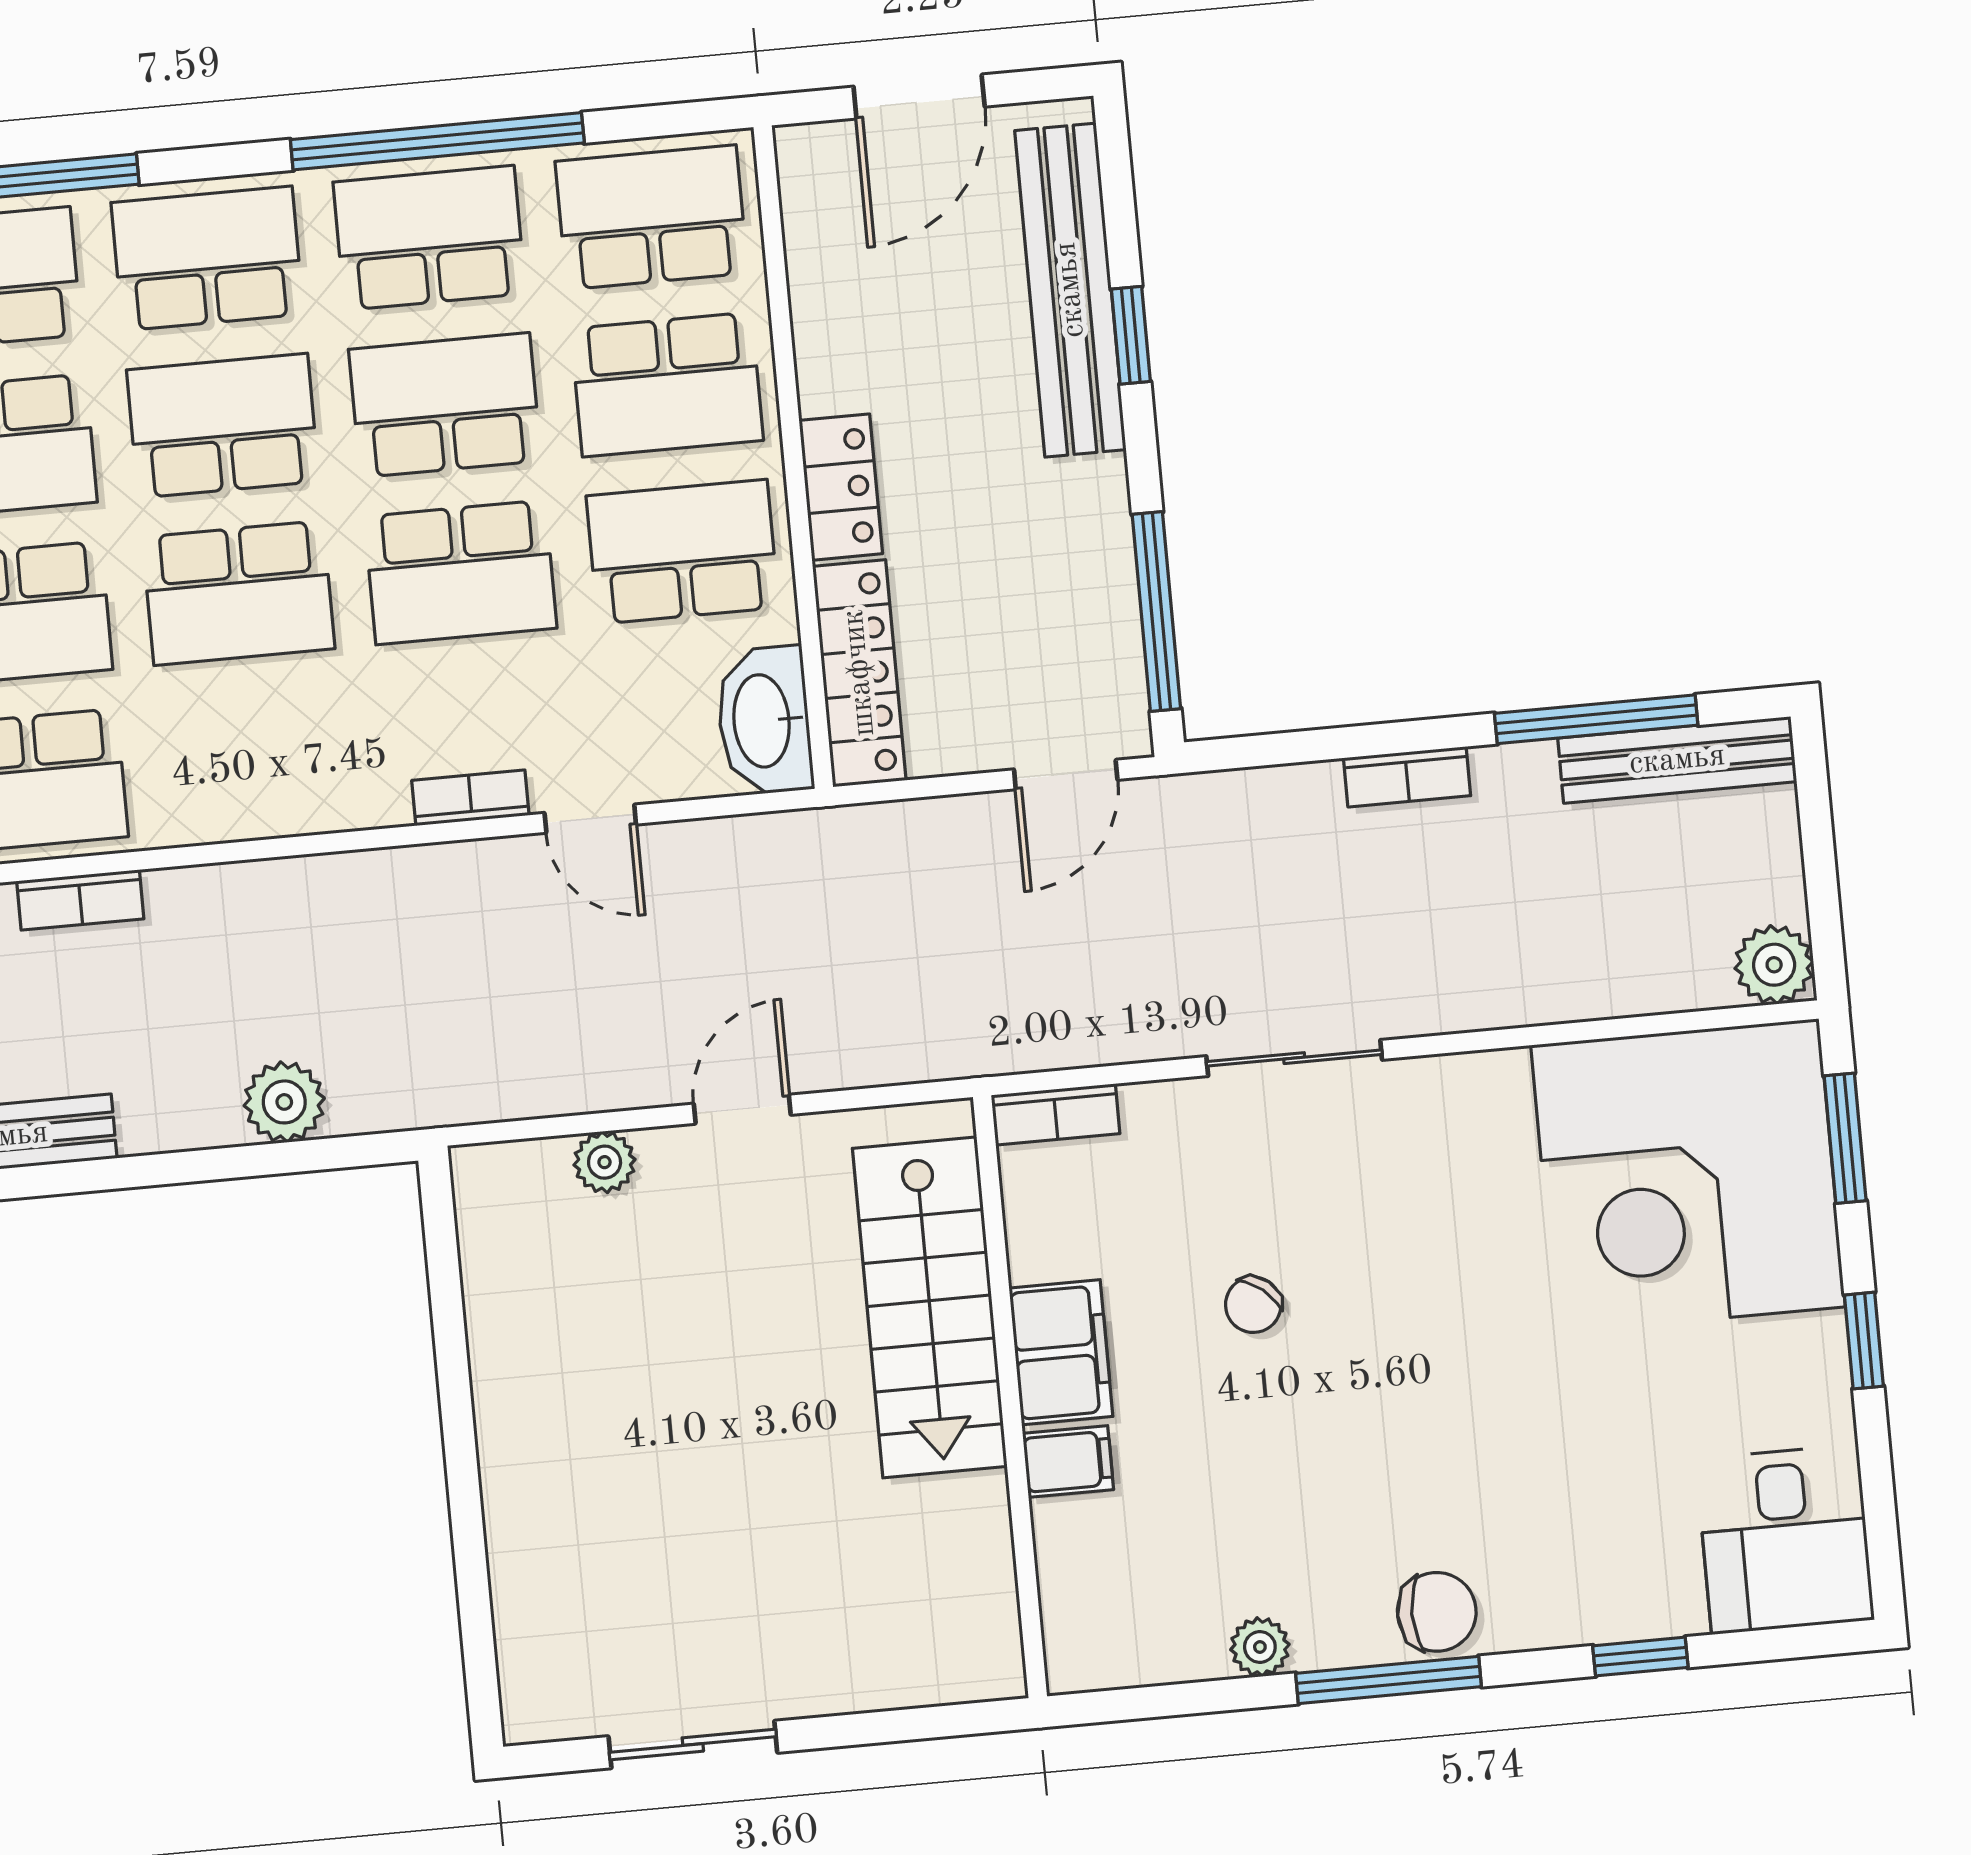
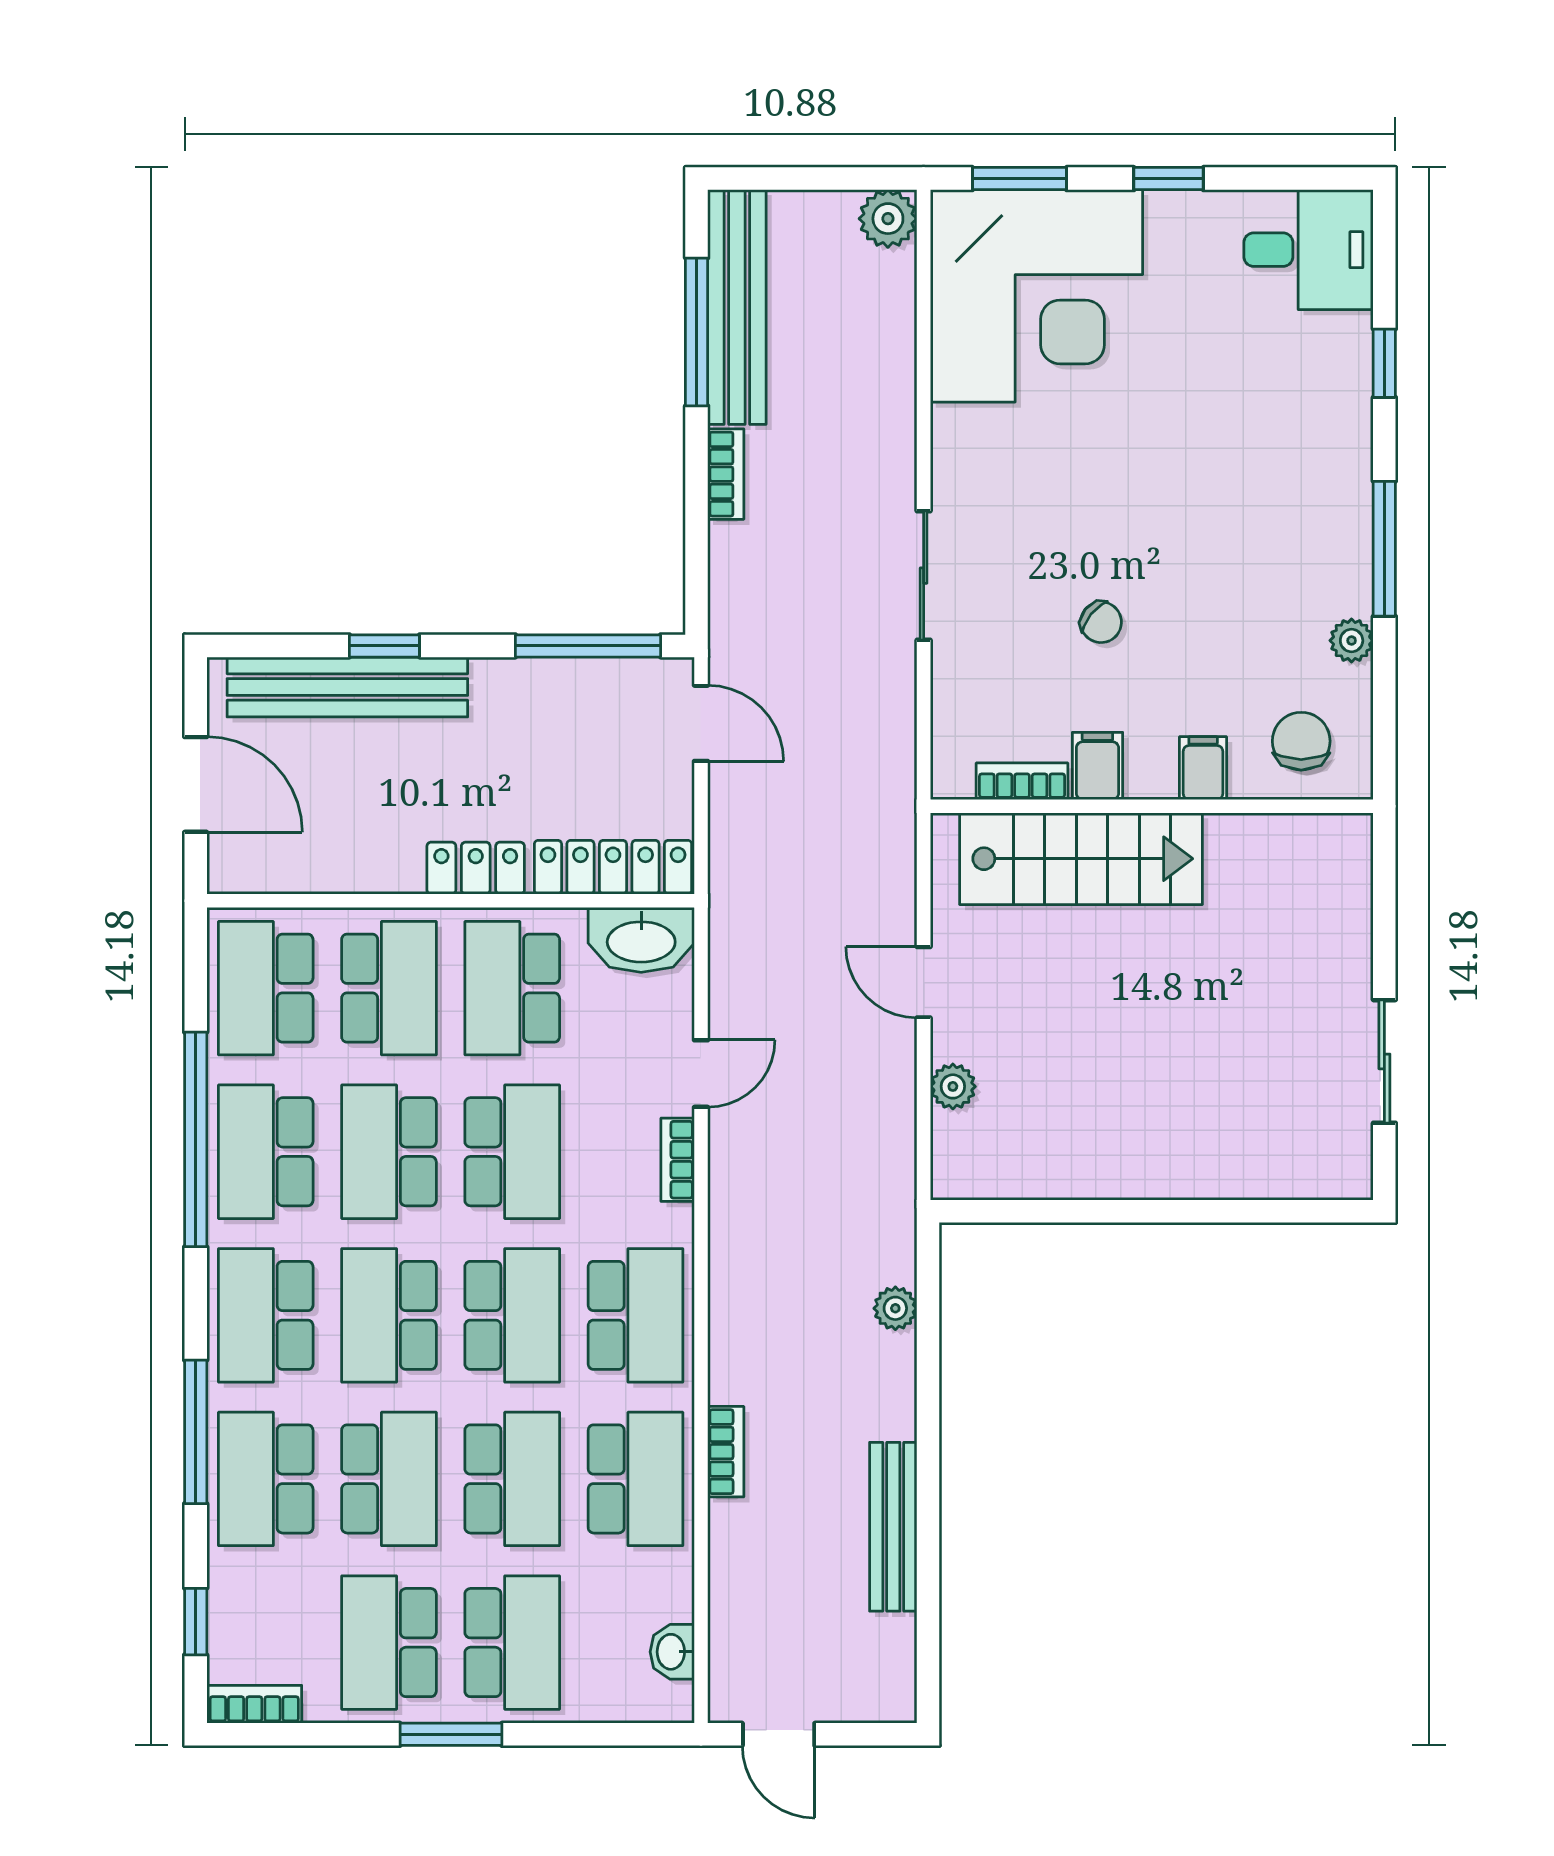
school desk: (254, 760) -> (635, 1315), added
bench: (1677, 760) -> (737, 307), width x1.37, depth x1.21
plant: (284, 1102) -> (895, 1308), width x0.73, depth x0.73
bookcase: (1056, 1114) -> (1022, 781), moved, turned -90
filing cabinet: (1061, 1352) -> (1097, 766), width x0.50
chair: (1437, 1612) -> (1301, 741), moved

